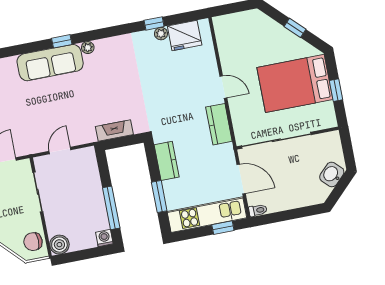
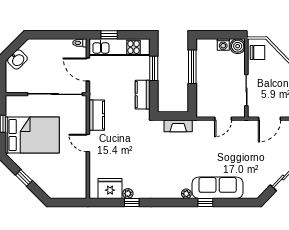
washing machine: (104, 238) -> (223, 45), moved

